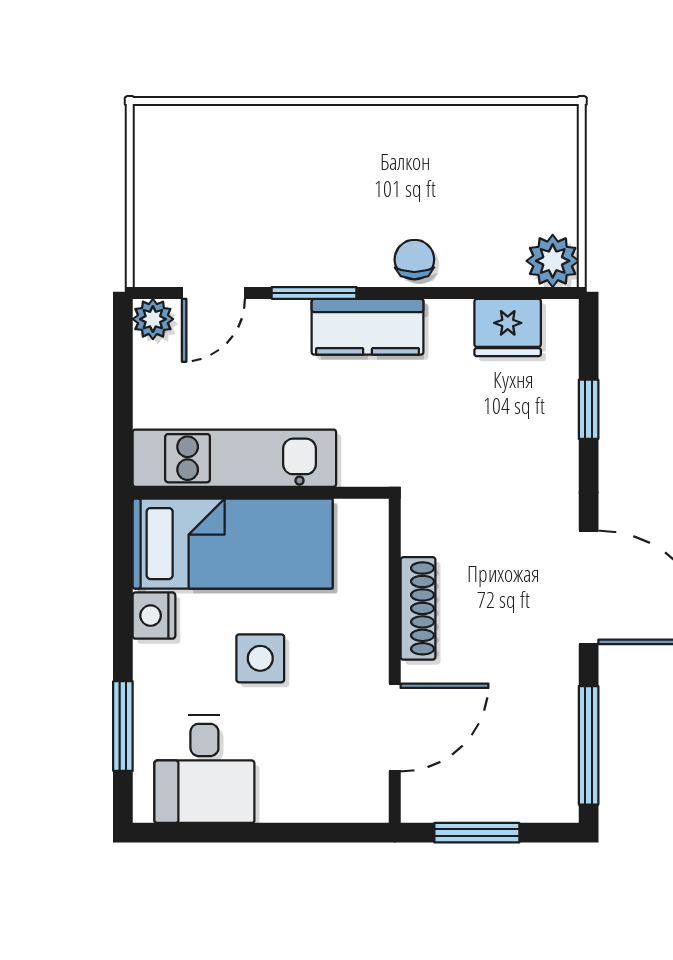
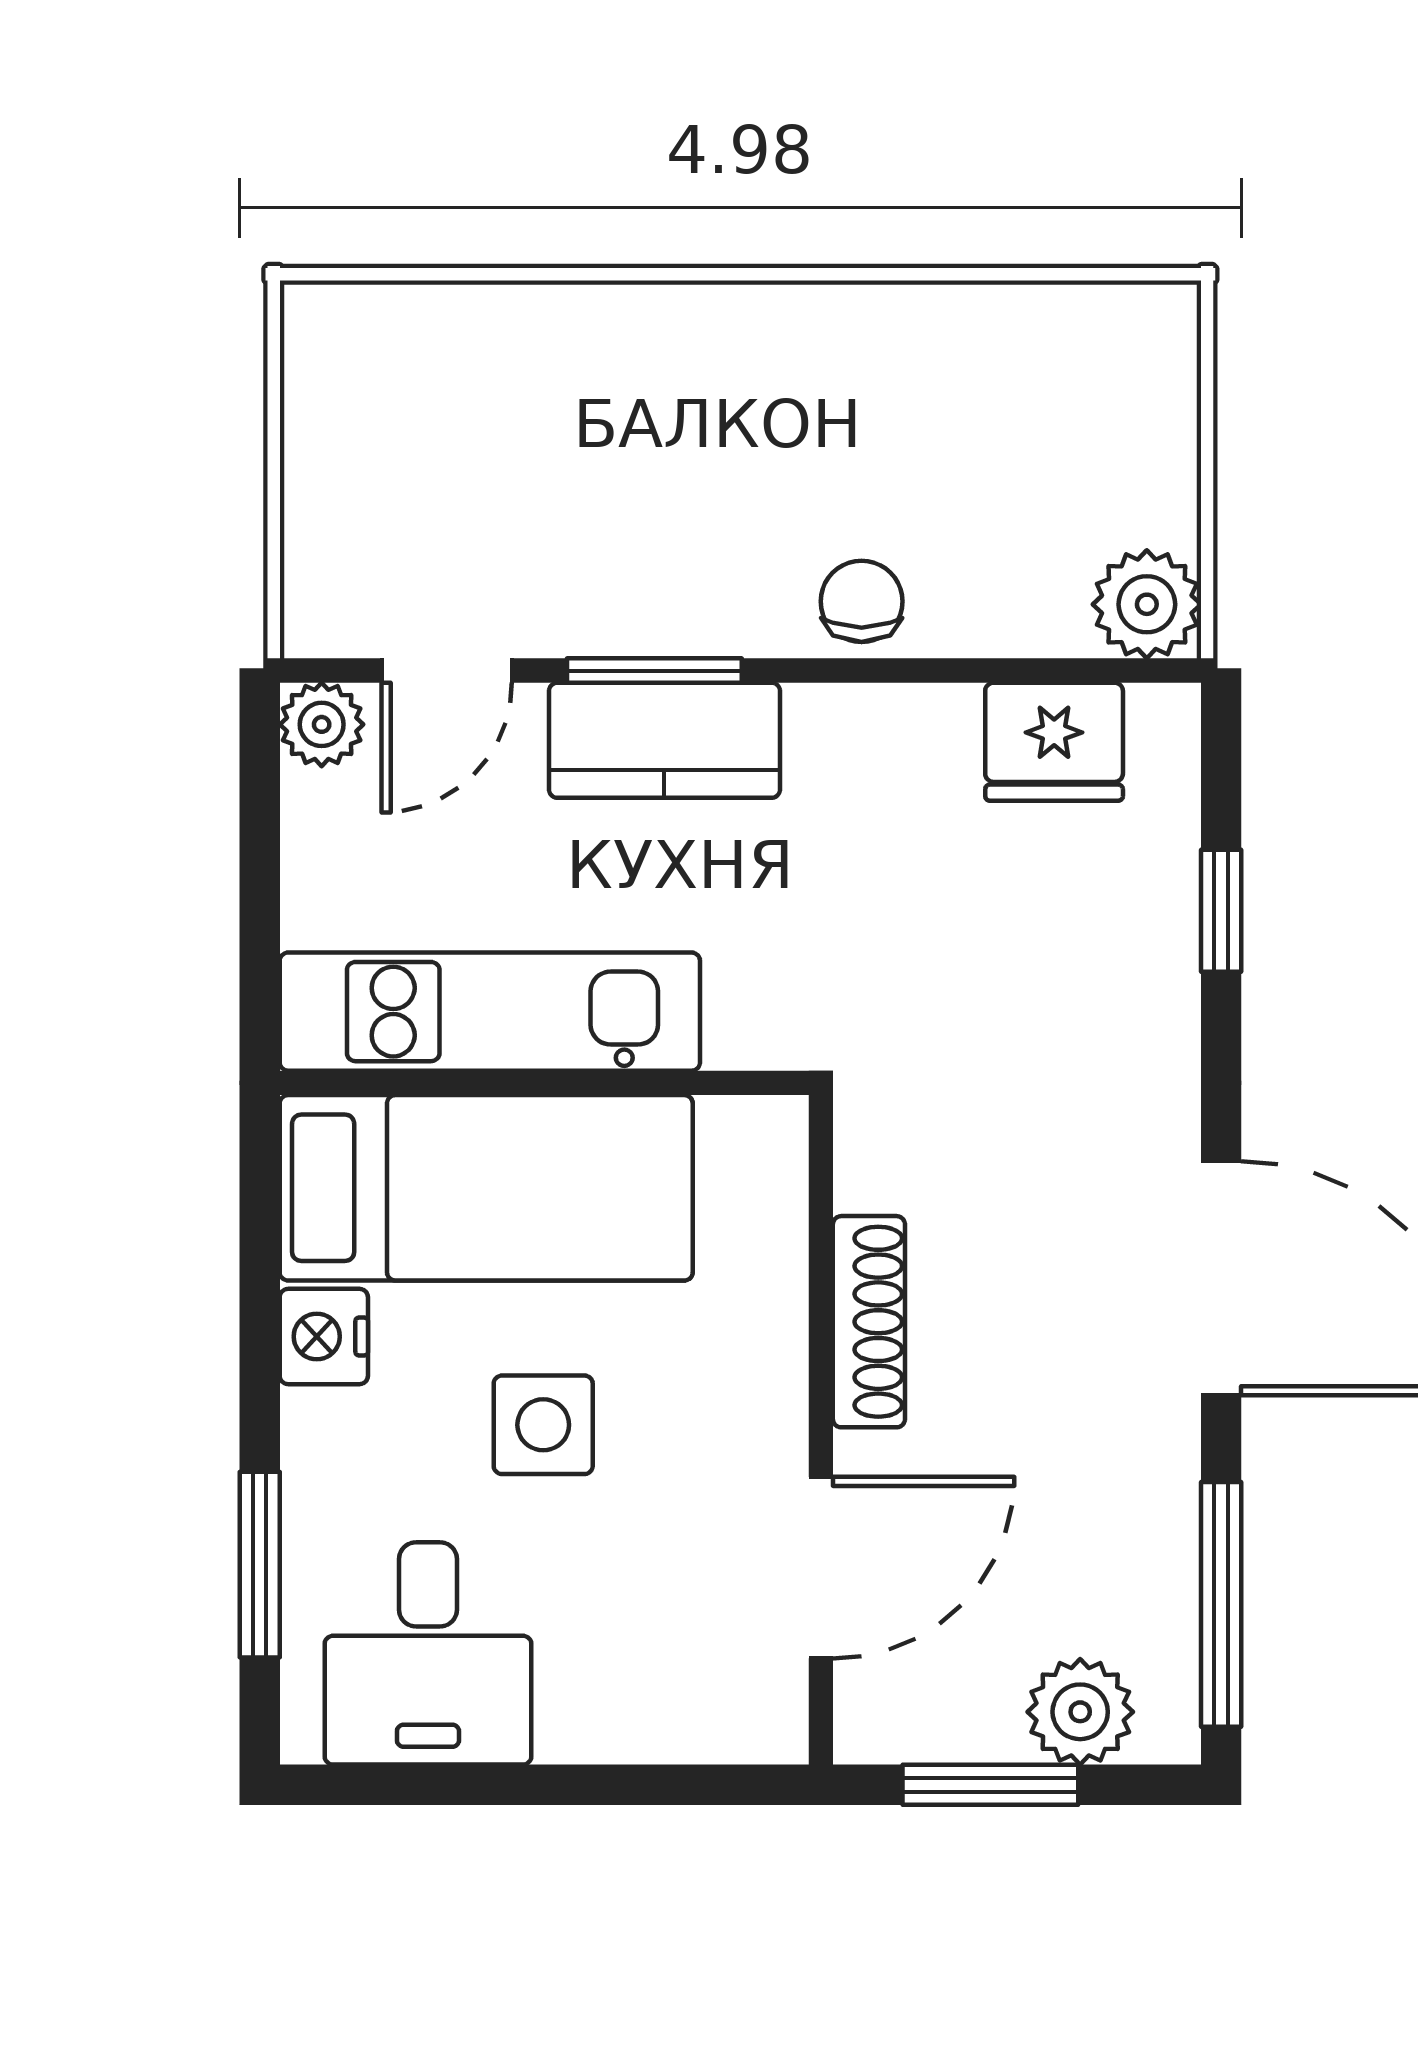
kitchen counter: (368, 327) -> (664, 740), moved
plant: (520, 797) -> (1080, 1712), added

